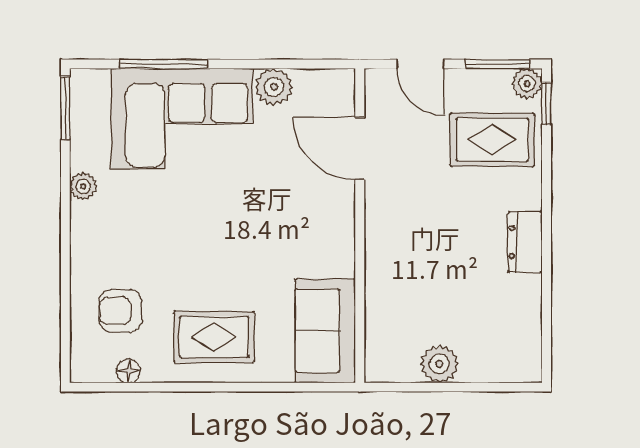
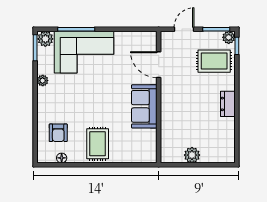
door: (420, 64) -> (184, 29), swing flipped
plant: (274, 87) -> (45, 39), moved
armchair: (121, 311) -> (58, 133), turned -90
sofa: (325, 331) -> (144, 106), moved
rug: (214, 337) -> (98, 144), turned 90

